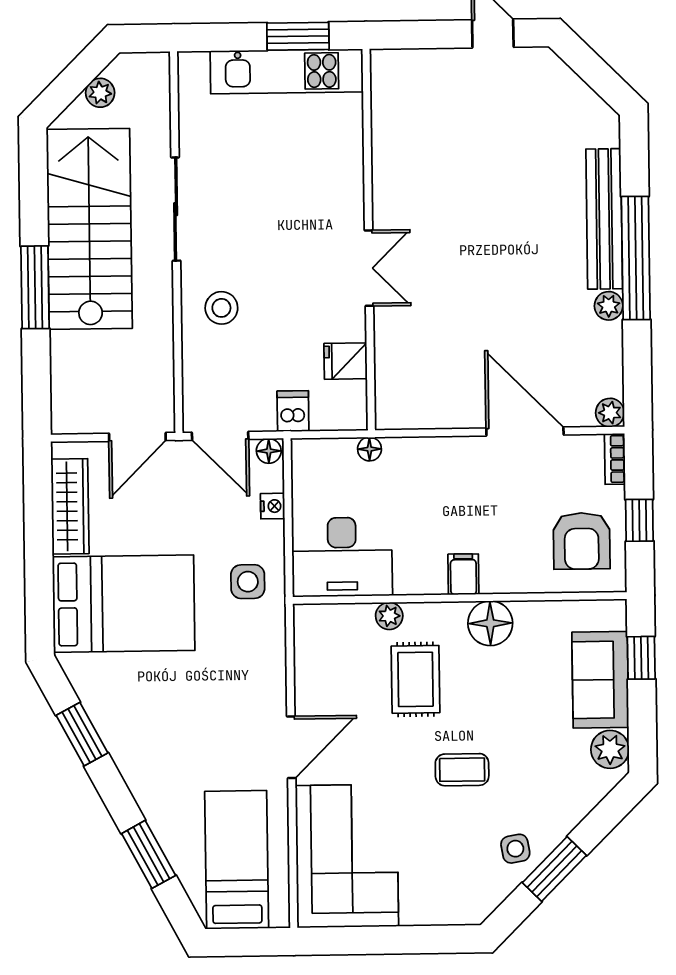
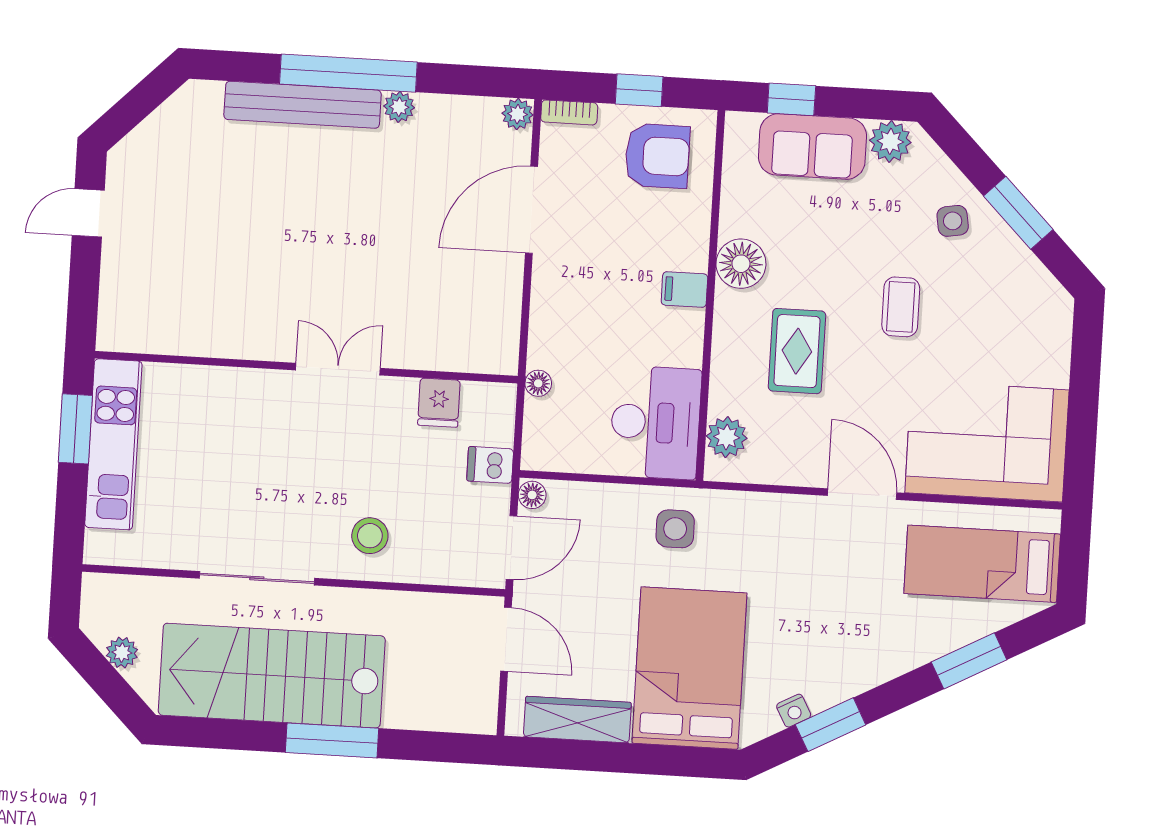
nightstand: (273, 506) -> (794, 711), moved, turned 152
plant: (389, 616) -> (727, 437), moved, width x1.38, depth x1.38
rug: (416, 679) -> (797, 351), turned 90
side table: (515, 849) -> (953, 221), moved

